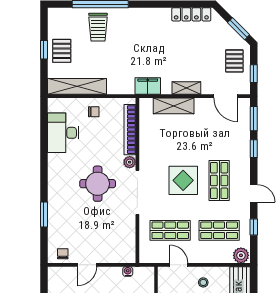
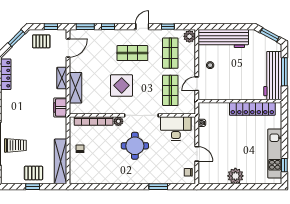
desk: (63, 133) -> (176, 129), moved, turned 180
display table: (183, 180) -> (122, 85), moved

